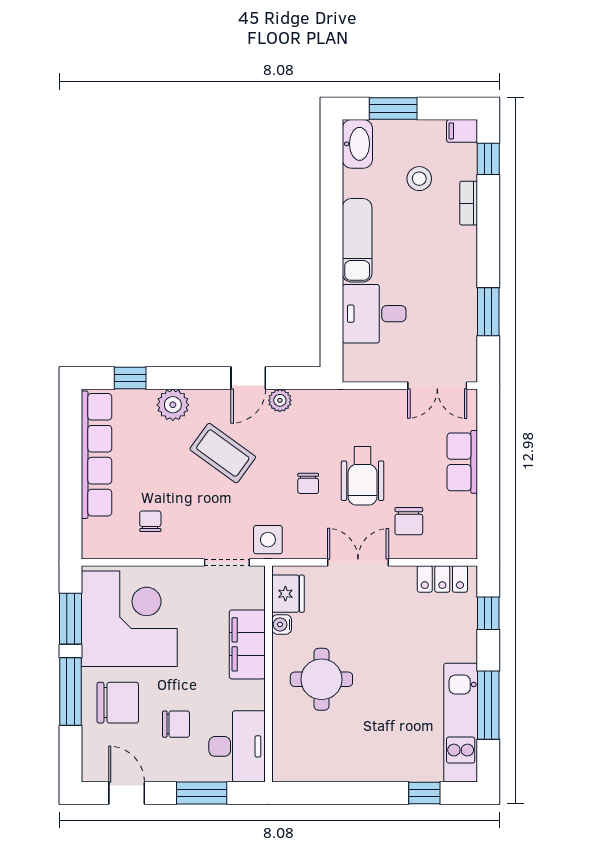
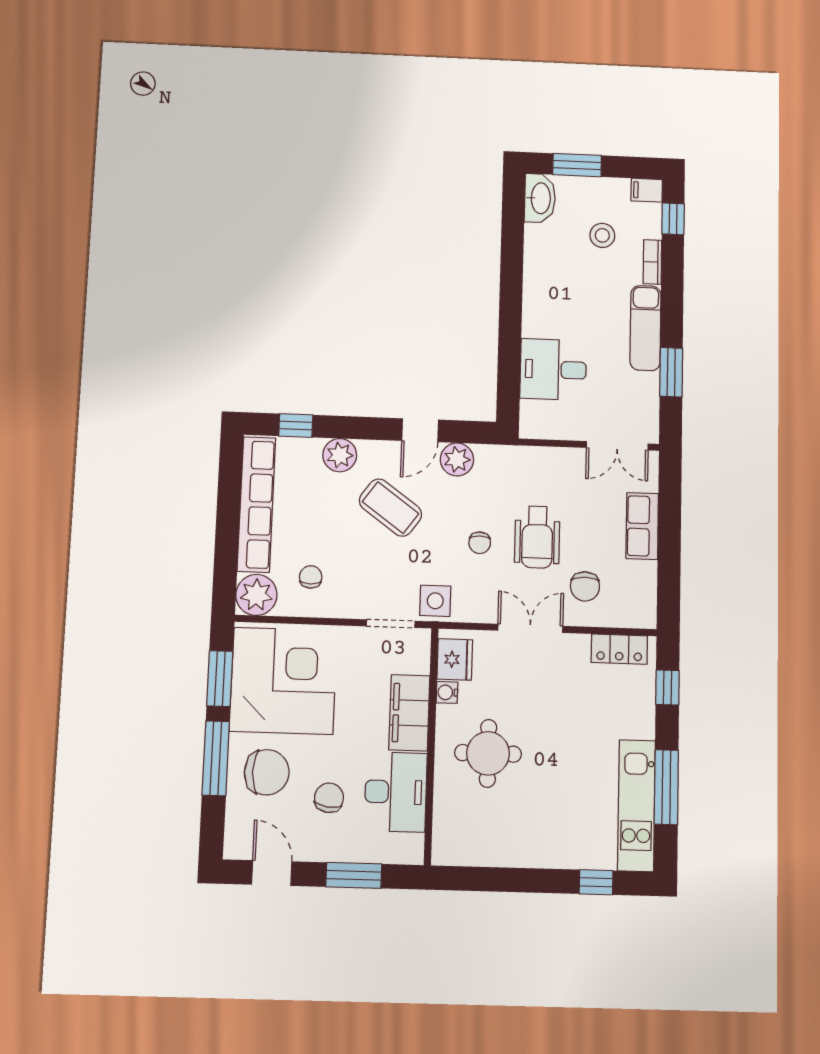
exam couch: (357, 240) -> (645, 328), moved, turned 180
plant: (280, 400) -> (457, 459), width x1.38, depth x1.38
plant: (100, 540) -> (256, 595), added
chair: (176, 724) -> (329, 798), turned -82
desk: (237, 746) -> (396, 792), moved

